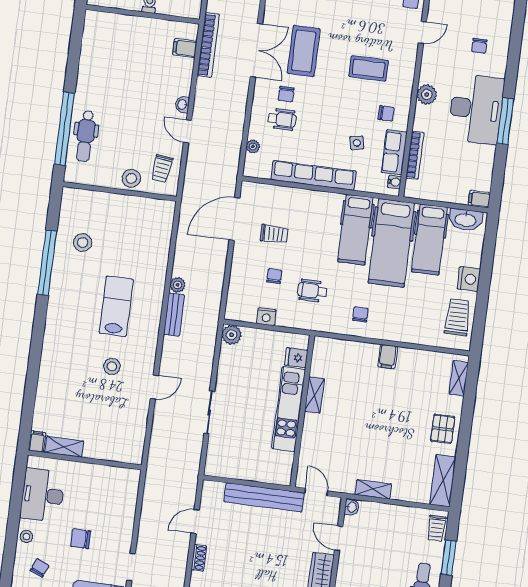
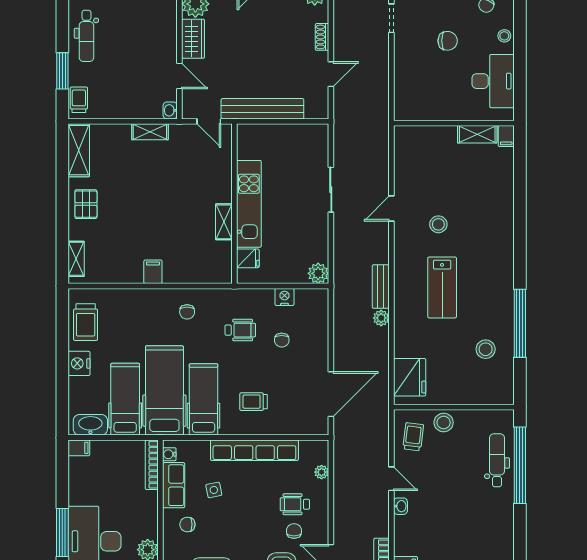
bookcase: (415, 155) -> (152, 465), moved
fridge: (158, 225) -> (410, 377), added
trolley: (274, 234) -> (253, 402), moved

